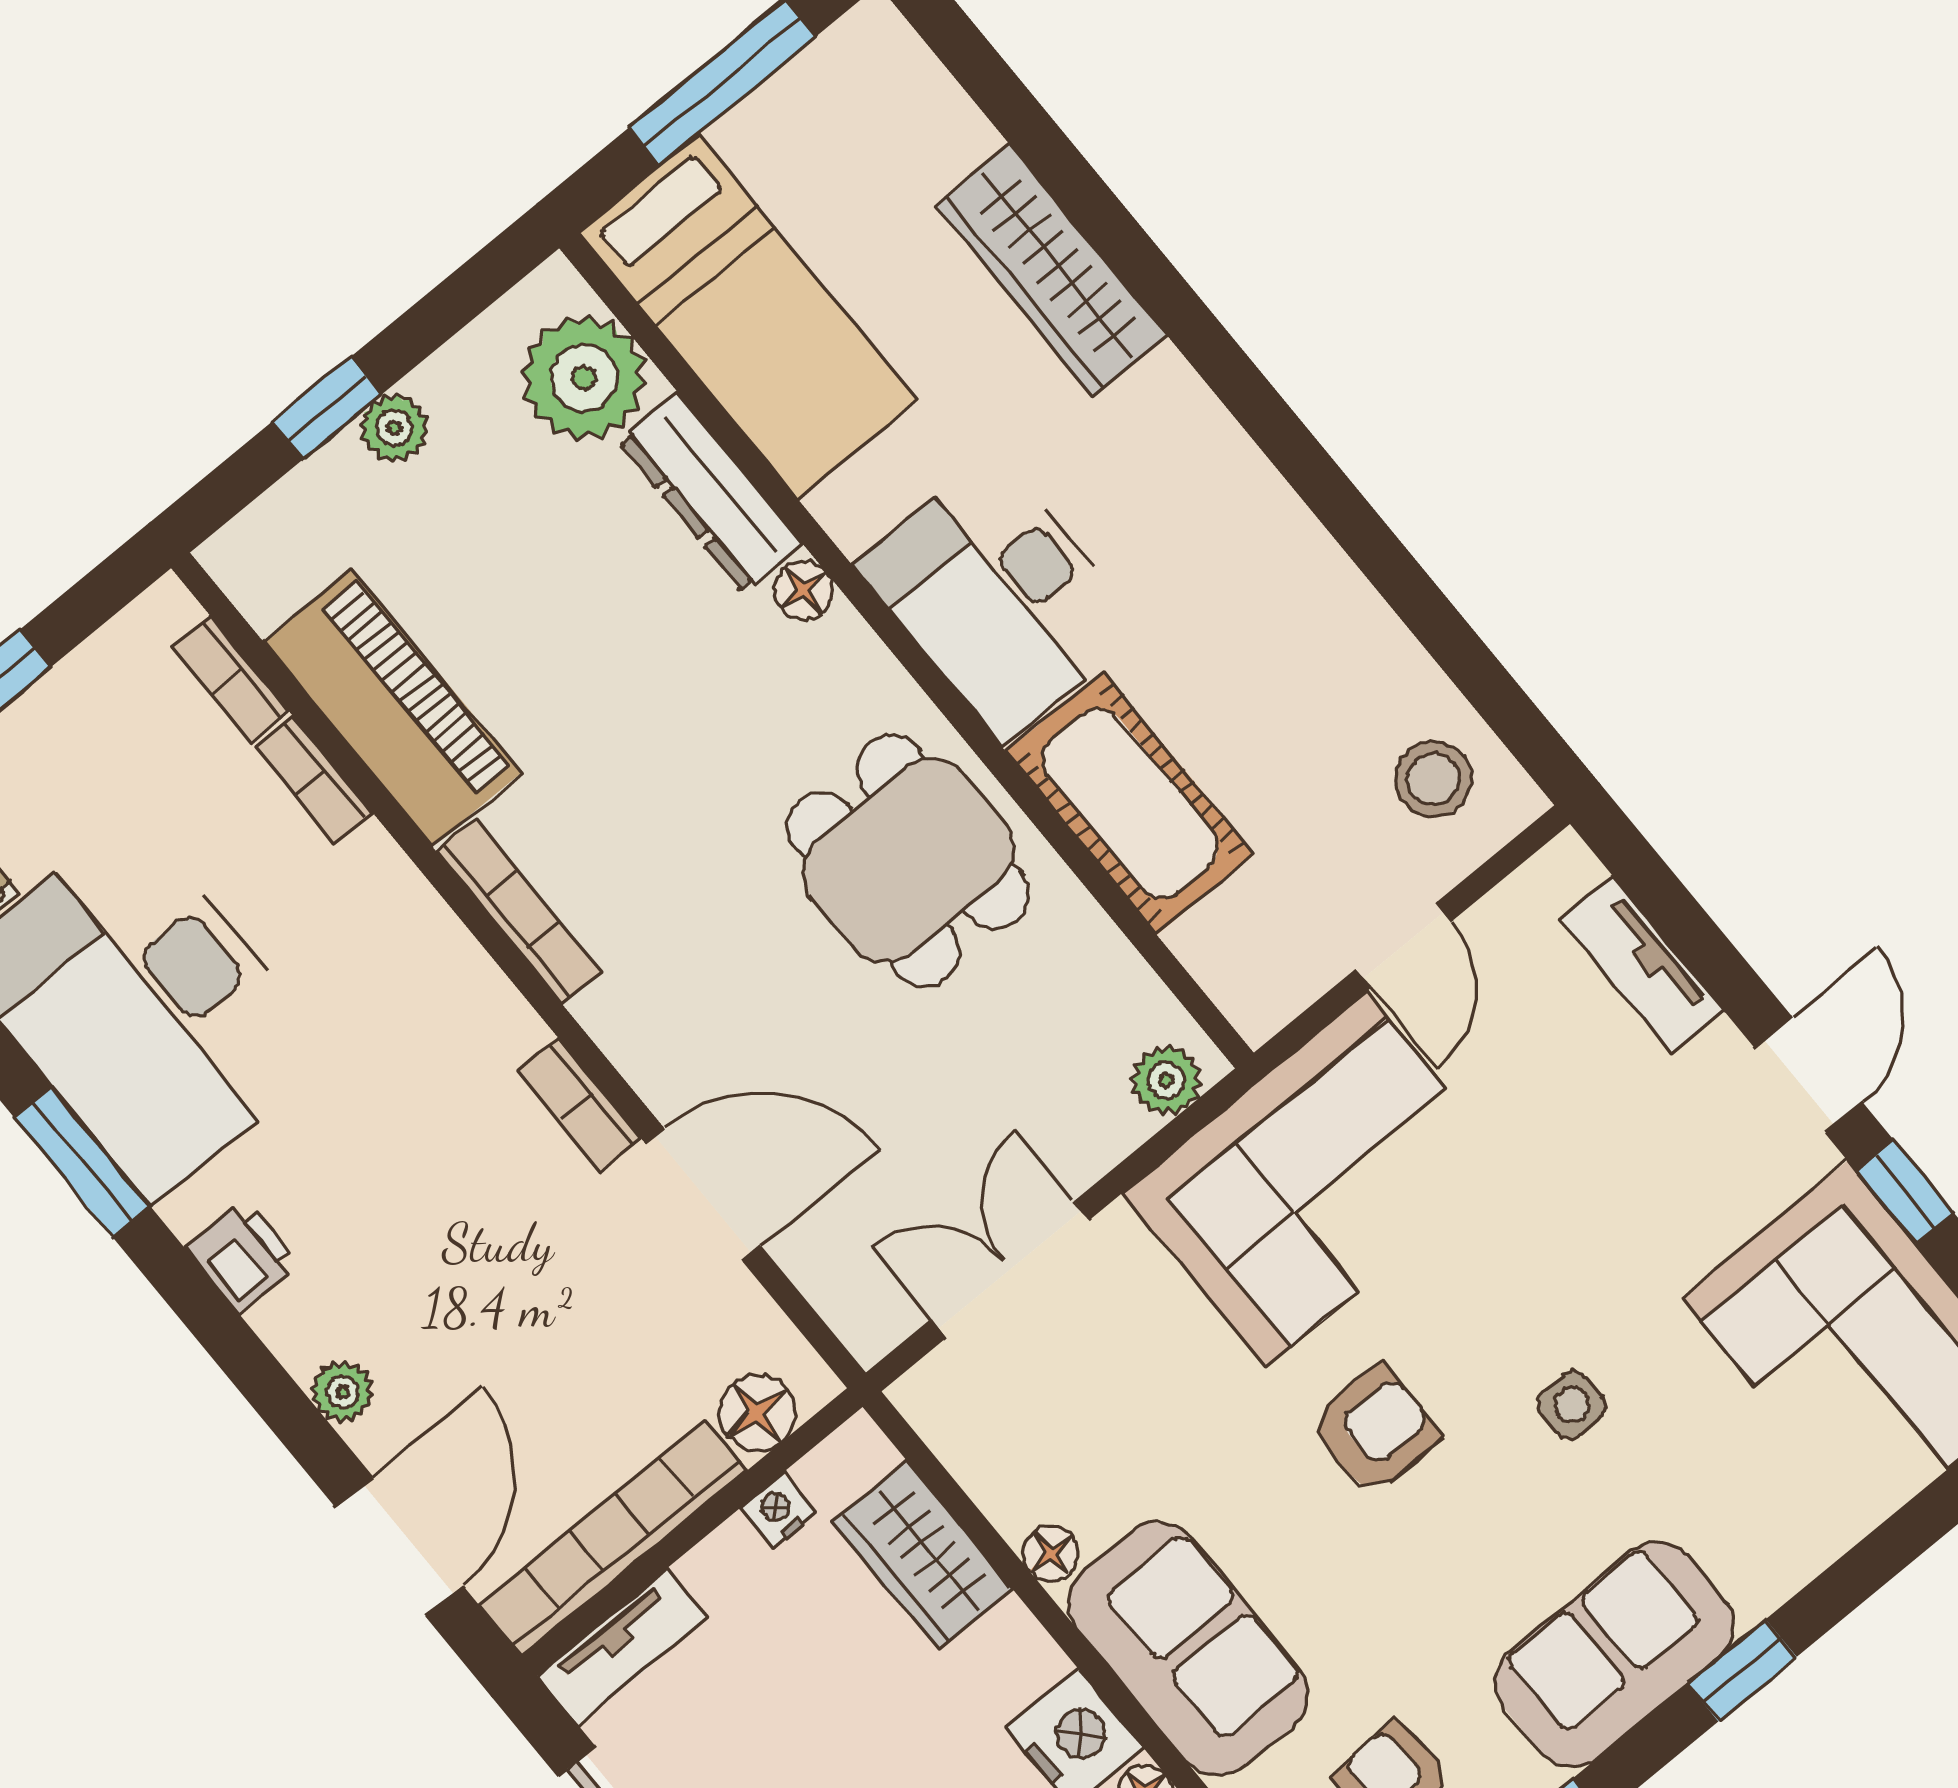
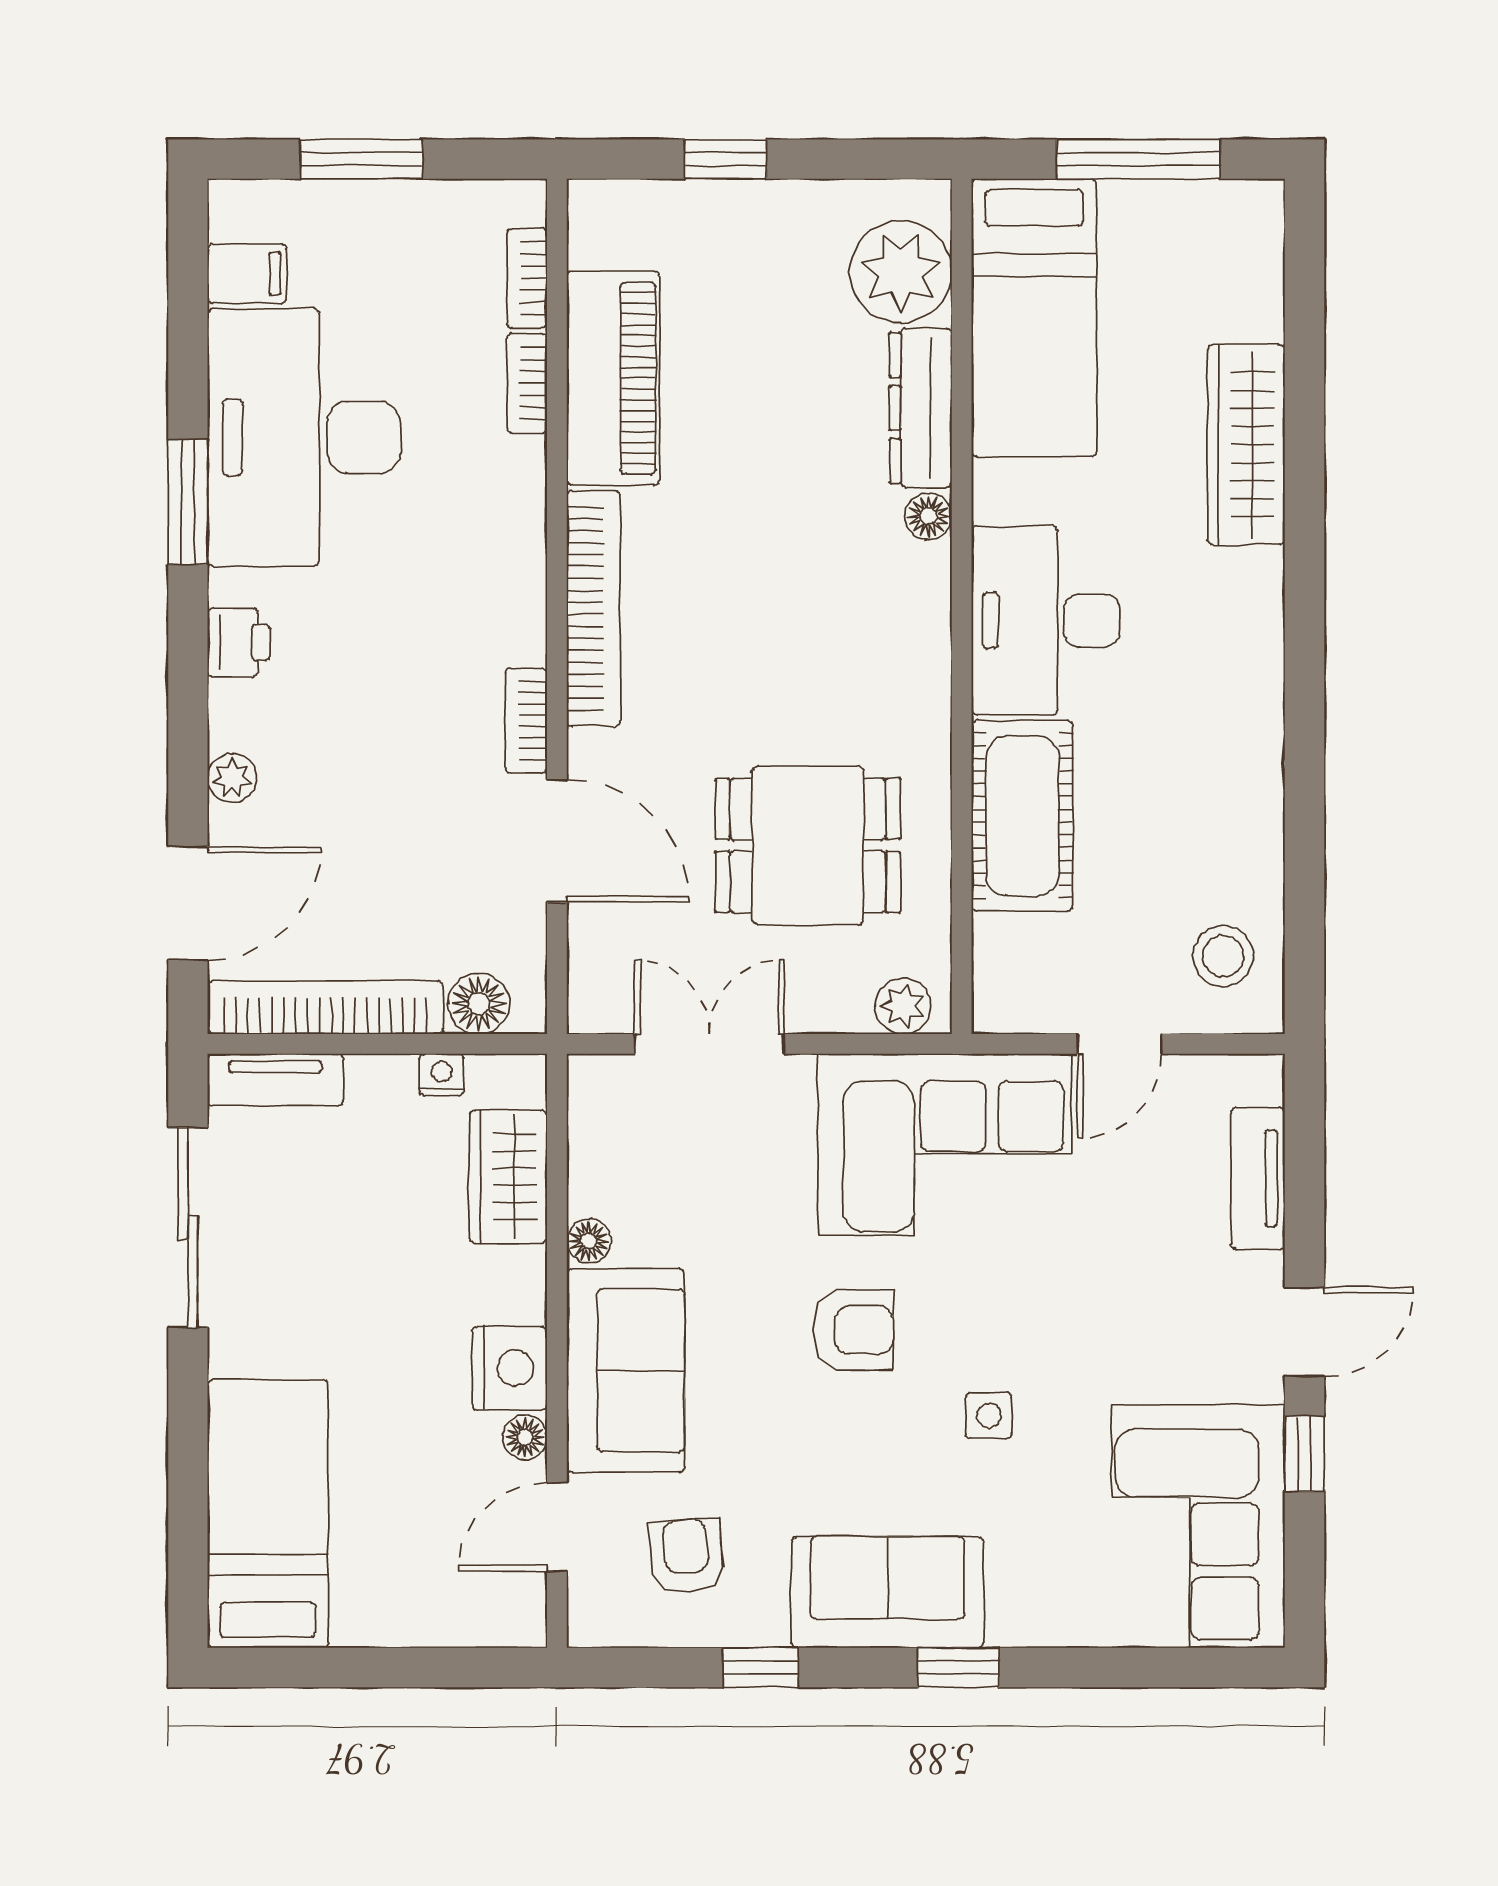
plant: (394, 428) -> (757, 206), removed
dining table: (908, 861) -> (808, 845), moved, turned 90
bookcase: (519, 912) -> (593, 608), width x1.48, depth x1.31

